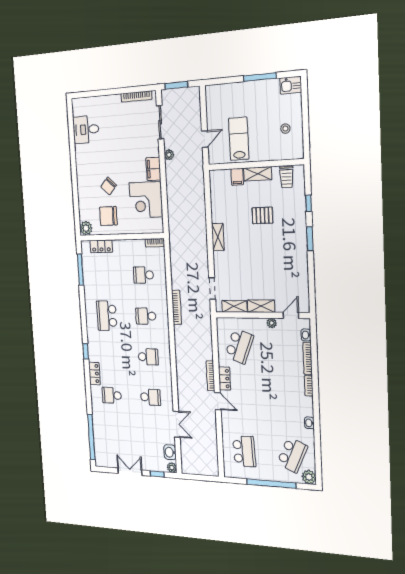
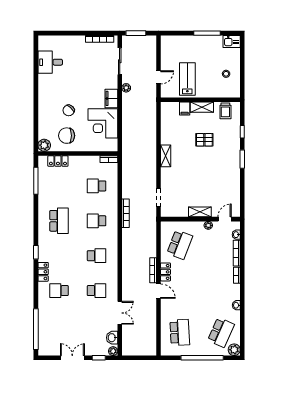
shelving: (234, 306) -> (177, 212), removed
school desk: (107, 316) -> (59, 221), turned 180

